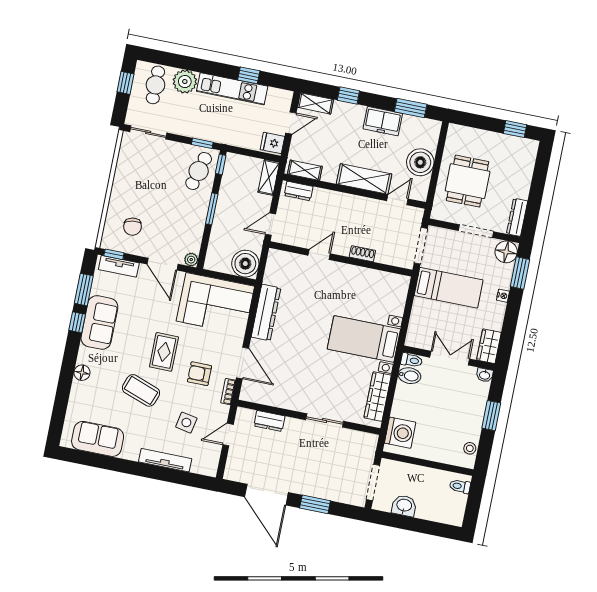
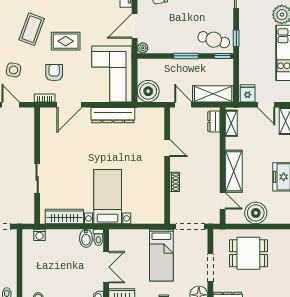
shelving: (269, 177) -> (213, 94), width x1.50, depth x1.33
dresser: (269, 421) -> (28, 135), removed
washing machine: (400, 433) -> (40, 235), width x0.53, depth x0.53

